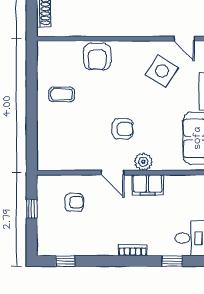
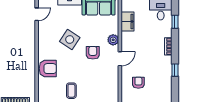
side table: (162, 71) -> (70, 40), moved
filing cabinet: (148, 185) -> (128, 22), moved
window: (65, 261) -> (175, 70), moved

